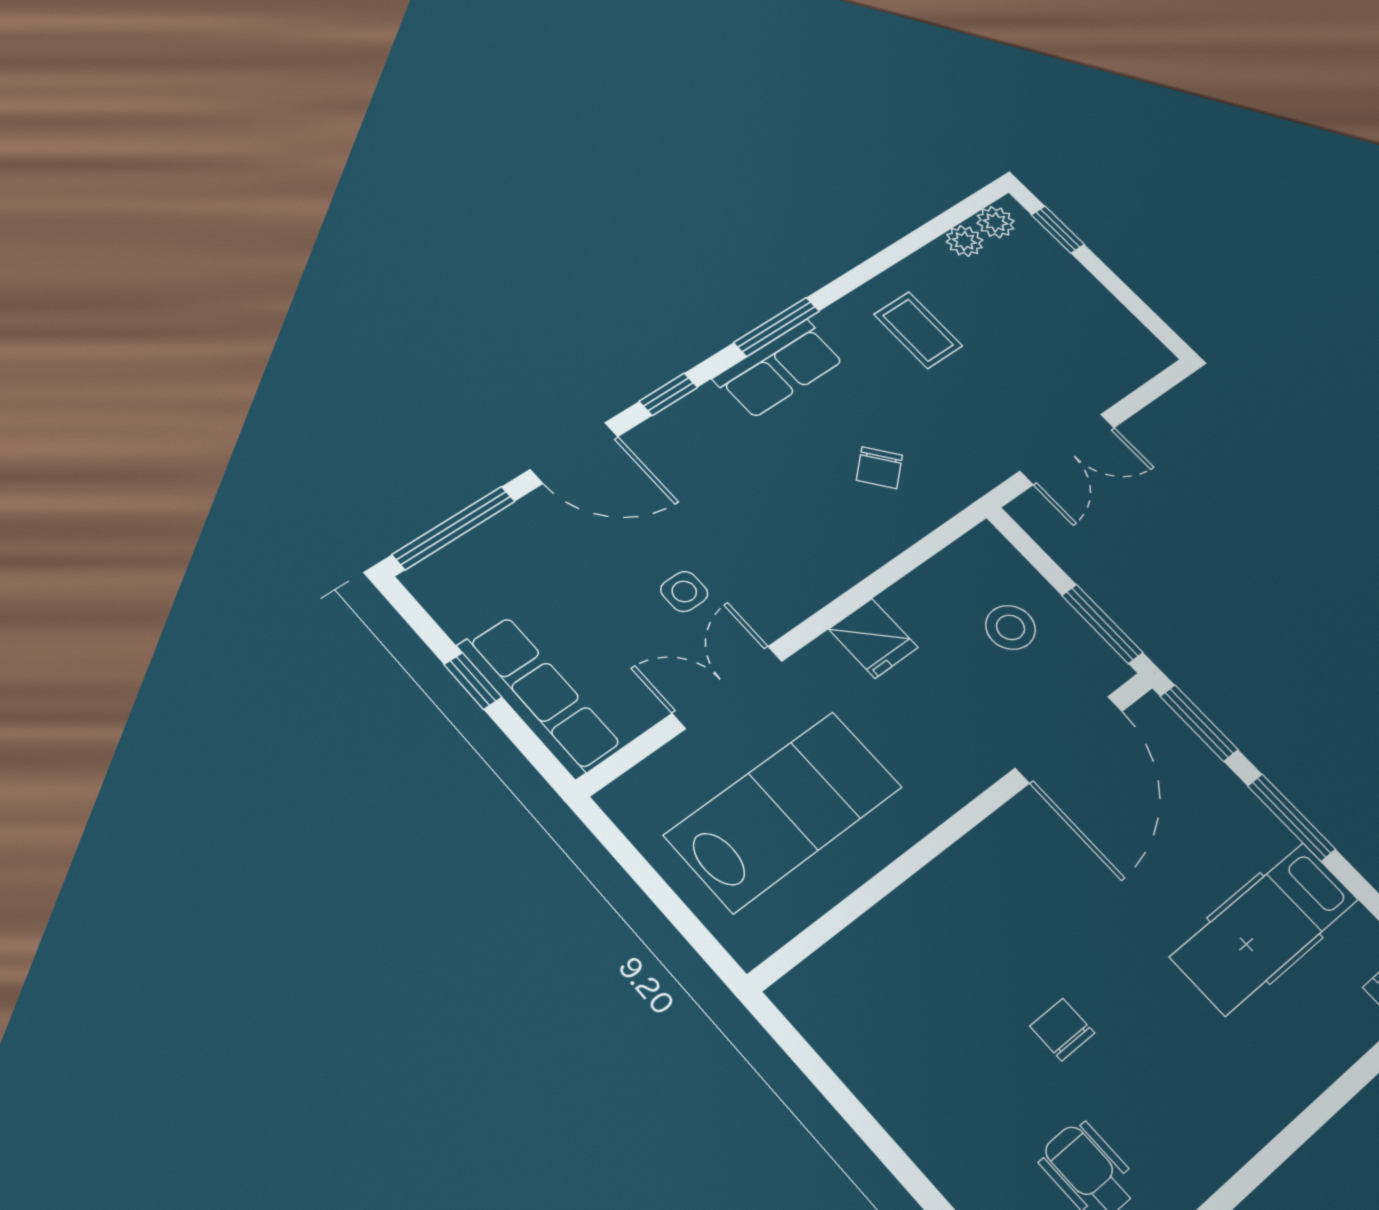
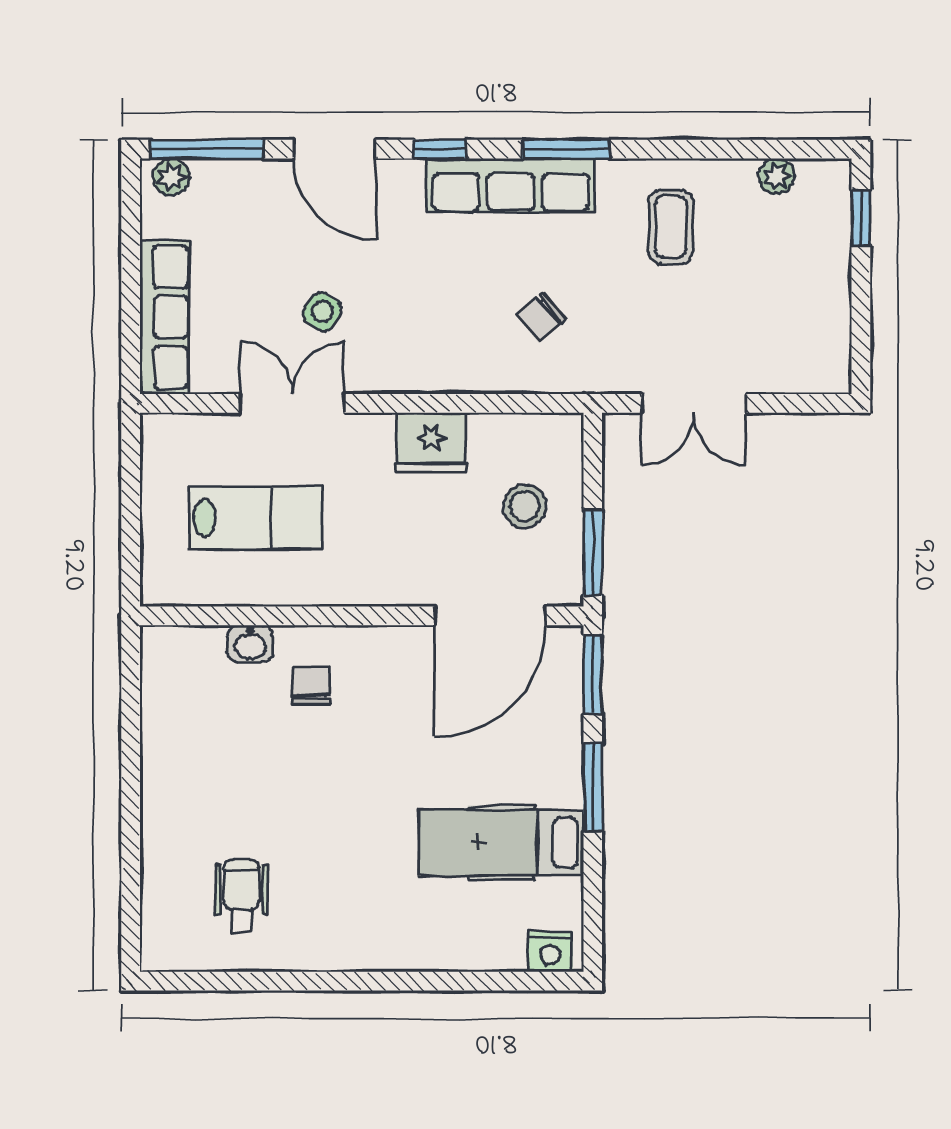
plant: (996, 222) -> (171, 177), moved
row of seats: (779, 369) -> (511, 186), width x1.48
side table: (684, 592) -> (322, 312), turned 36
fridge: (873, 638) -> (431, 442), width x1.38
window: (473, 681) -> (131, 274), removed
lab bench: (784, 811) -> (256, 518), width x0.73, depth x0.72
washbasin: (882, 927) -> (250, 644), added
chair: (1062, 1030) -> (311, 685), moved

